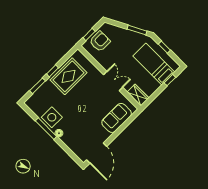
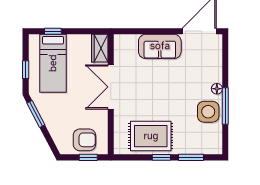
armchair: (100, 41) -> (84, 140), turned 180
double door: (113, 81) -> (111, 87), width x1.37
sofa: (117, 118) -> (160, 46), moved

